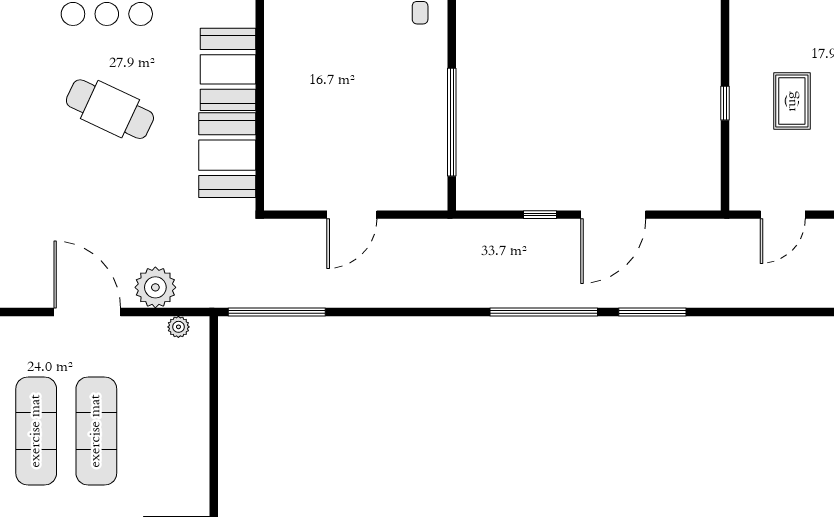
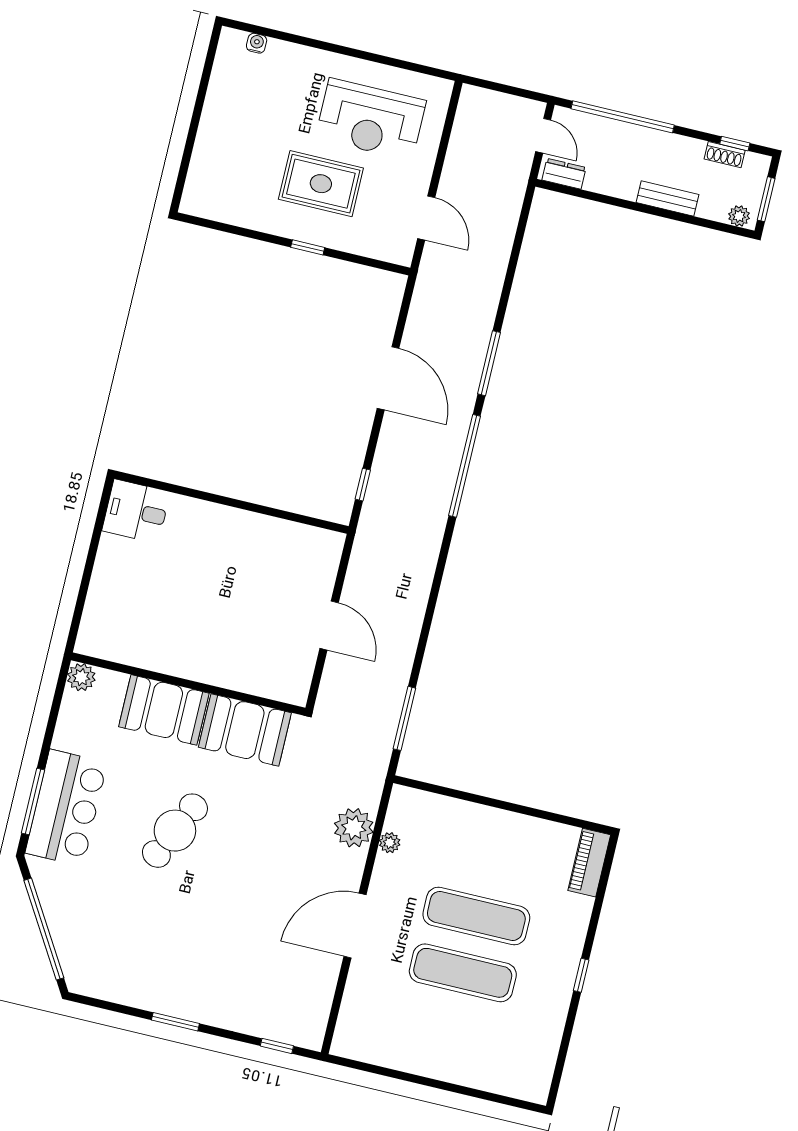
rug: (792, 101) -> (321, 184), width x1.36, depth x1.43
window: (452, 122) -> (264, 510), removed
window: (540, 215) -> (363, 485), moved
door: (87, 312) -> (355, 926), moved
window: (277, 312) -> (404, 718), width x0.68
plant: (178, 327) -> (390, 843), moved

